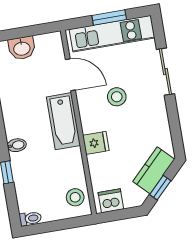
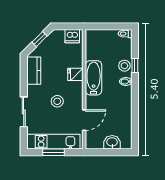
door: (70, 75) -> (84, 120), swing flipped
bathtub: (63, 121) -> (94, 78), moved
kitchen counter: (154, 170) -> (34, 71), moved, turned -45
stool: (75, 197) -> (124, 66), moved

